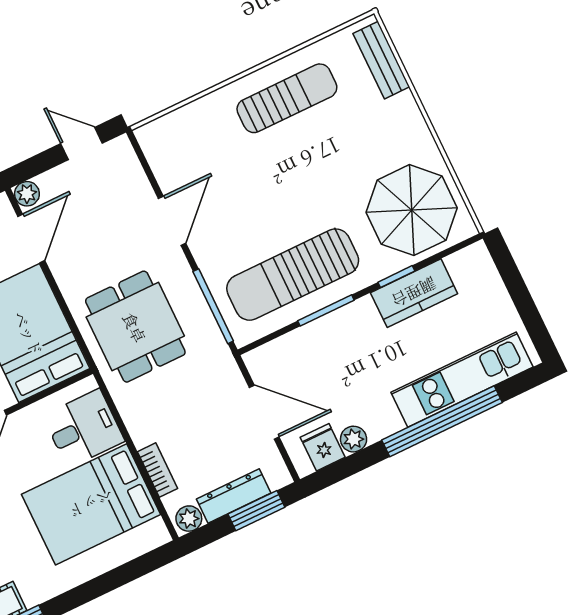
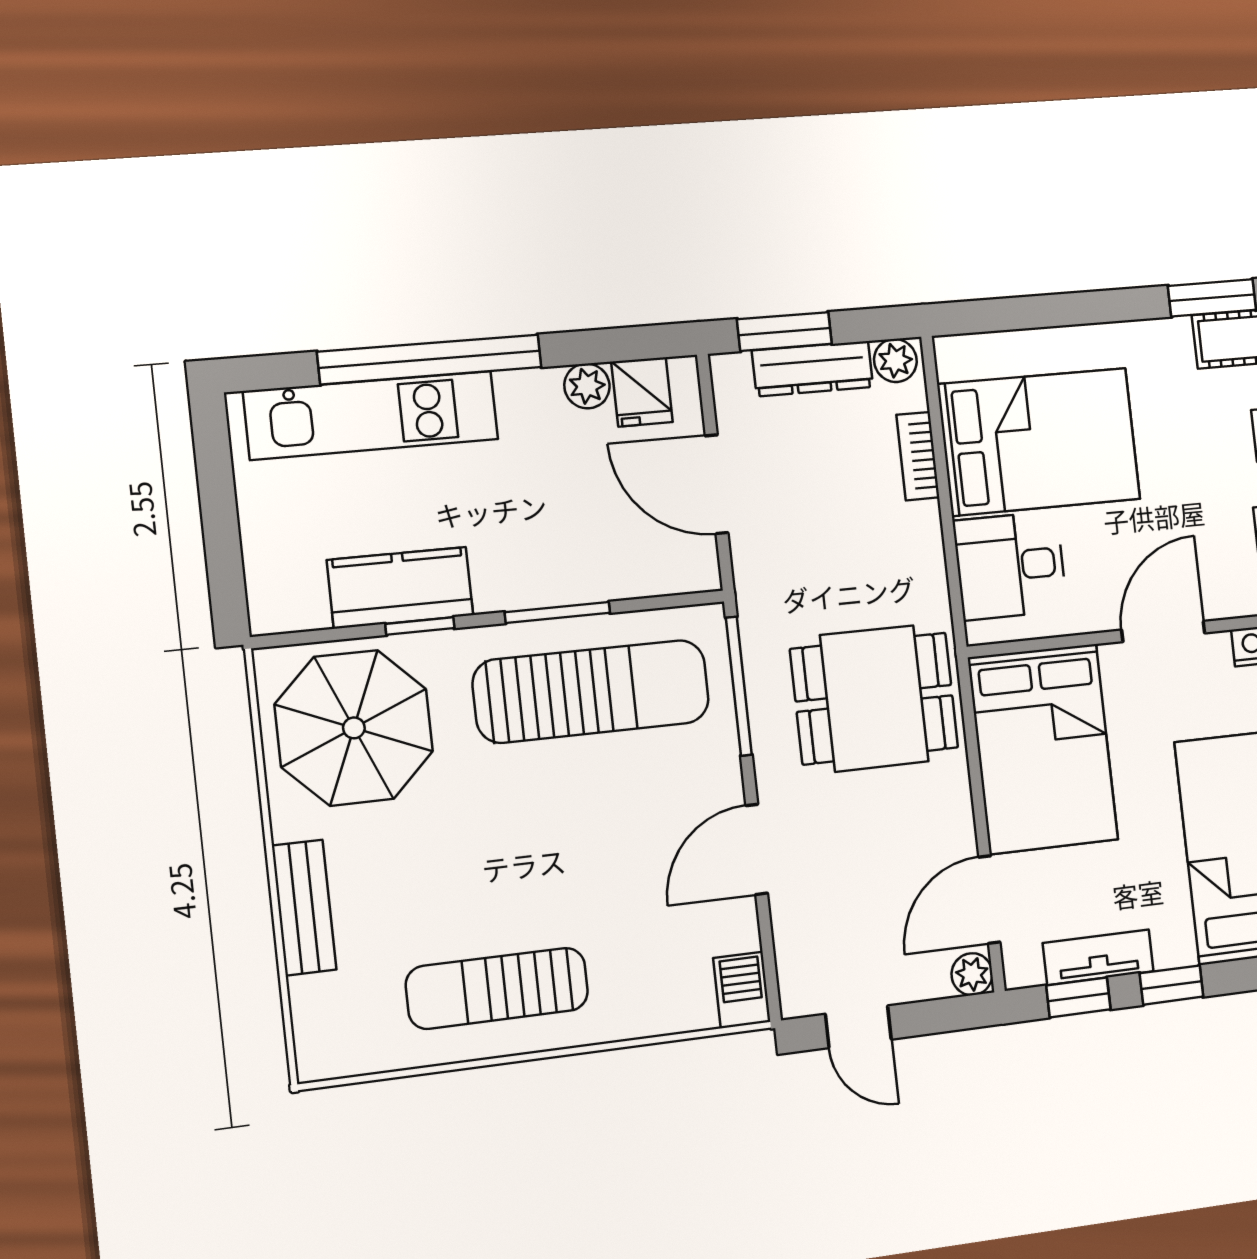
bench: (381, 60) -> (304, 908), moved
barbecue: (154, 142) -> (742, 990), added
dining table: (135, 327) -> (874, 698), turned 90

